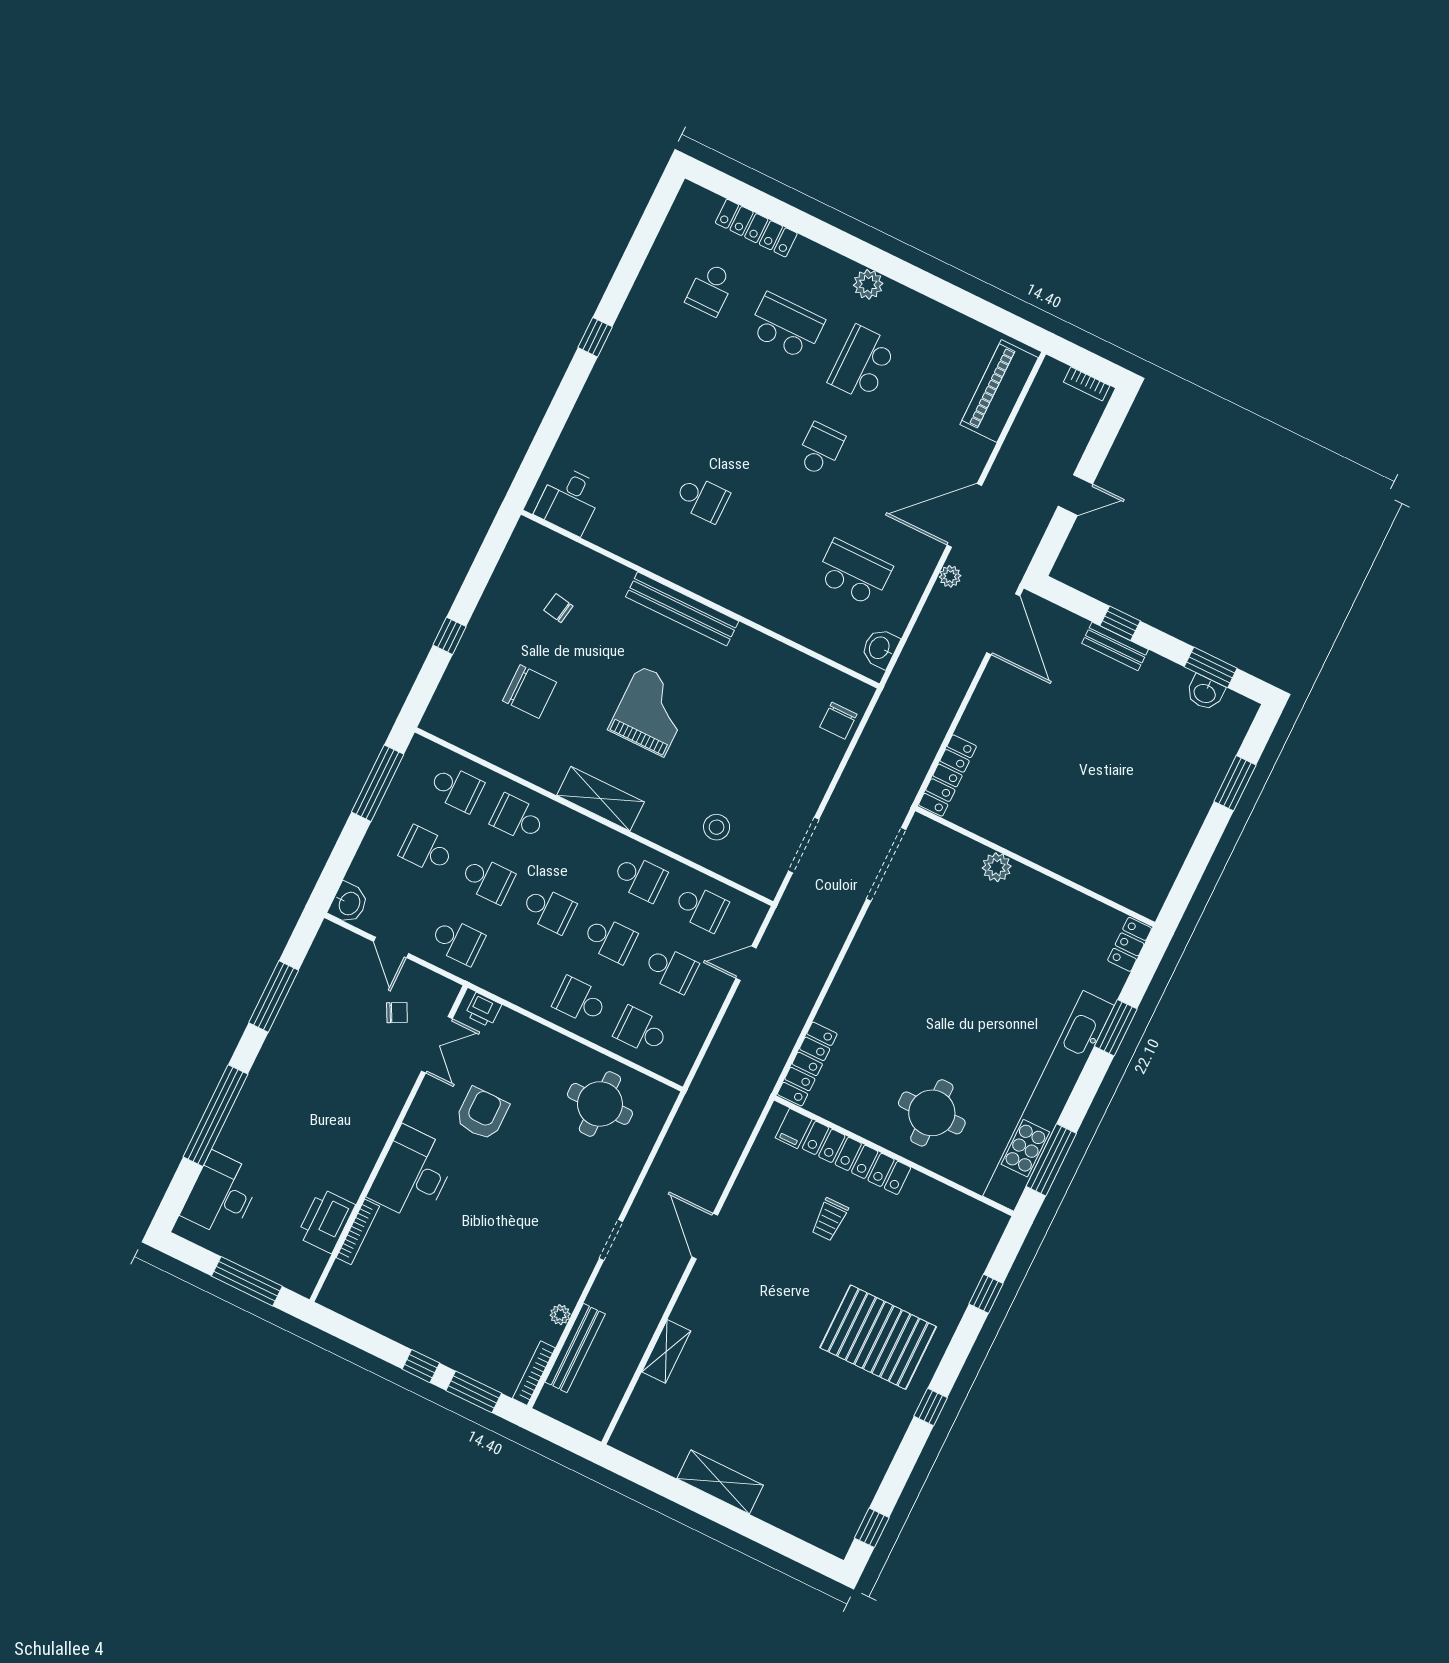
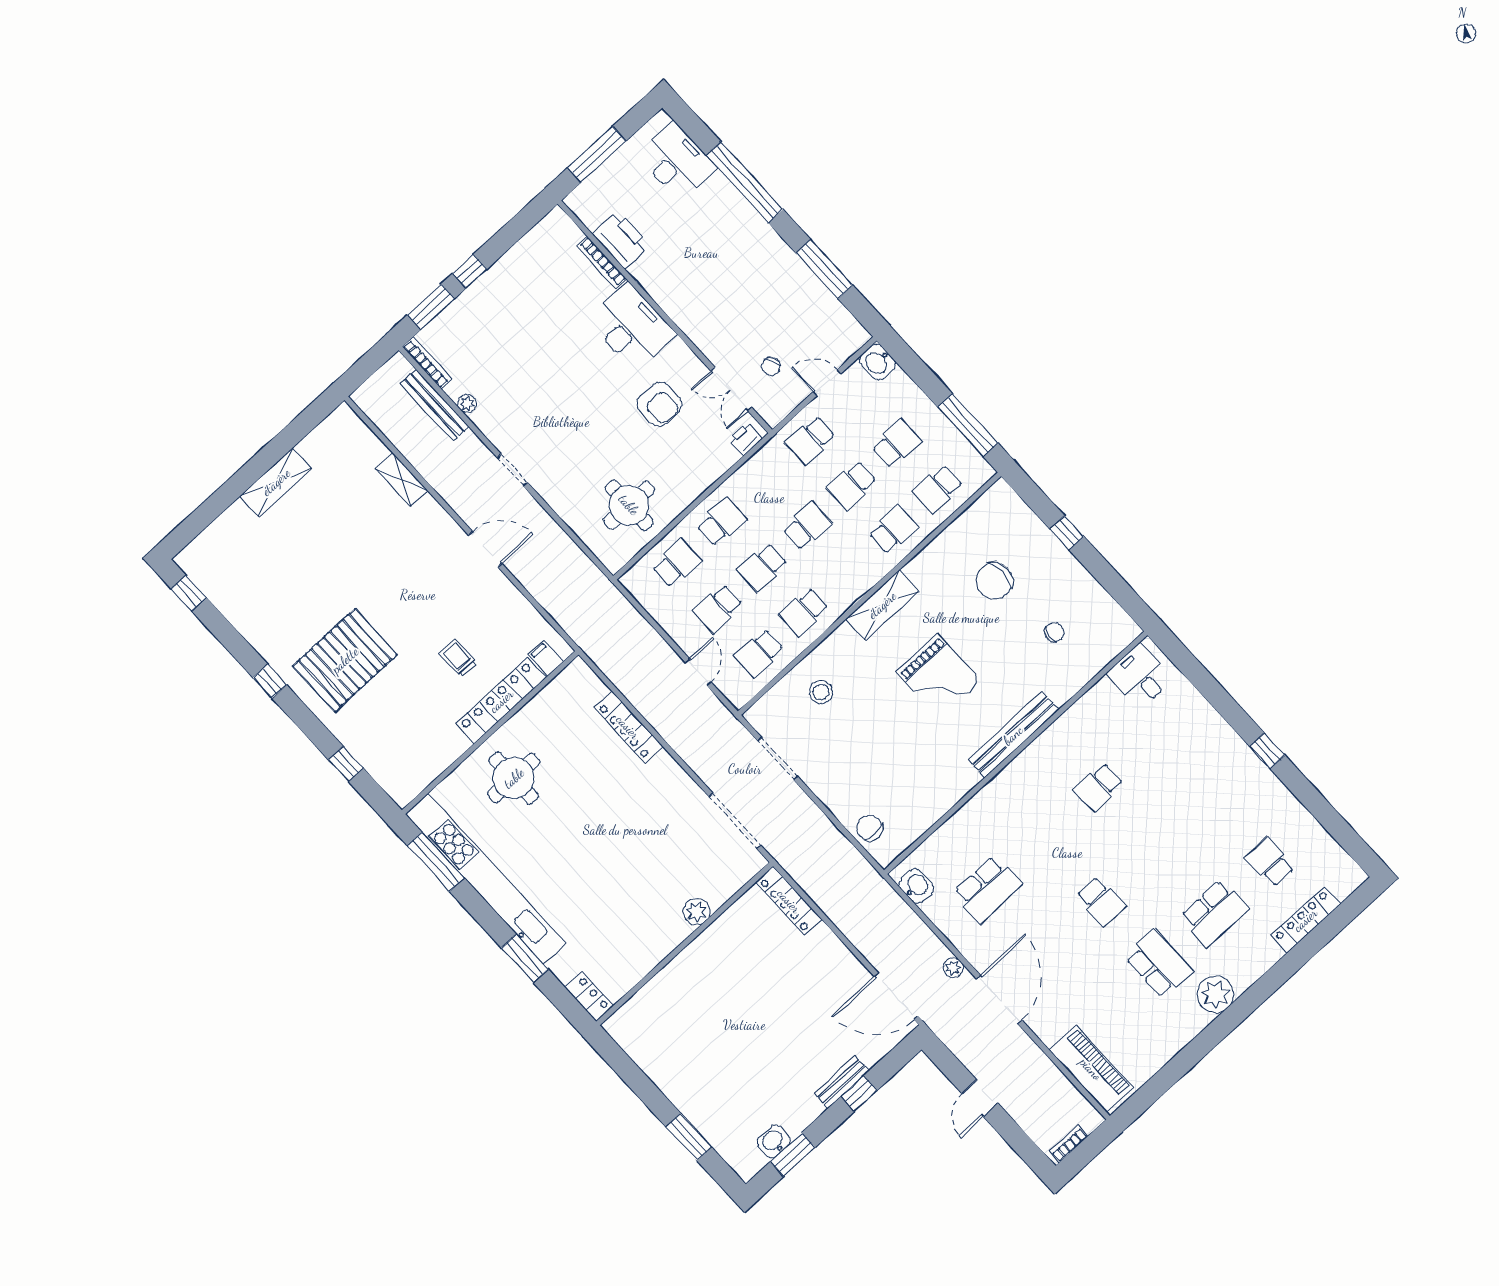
plant: (868, 284) -> (1215, 994), width x1.36, depth x1.36
school desk: (549, 909) -> (807, 526), turned 180
locker: (807, 1064) -> (628, 727), moved

